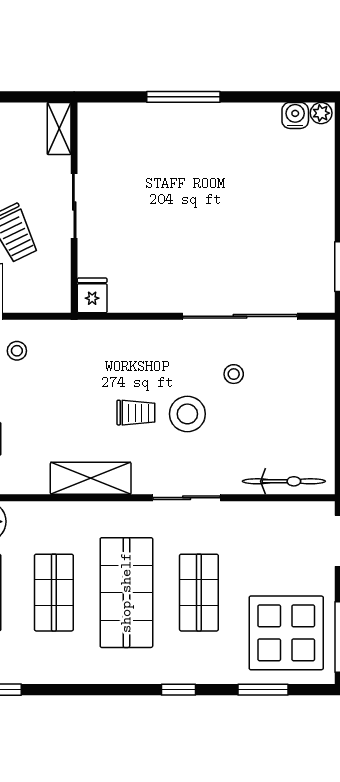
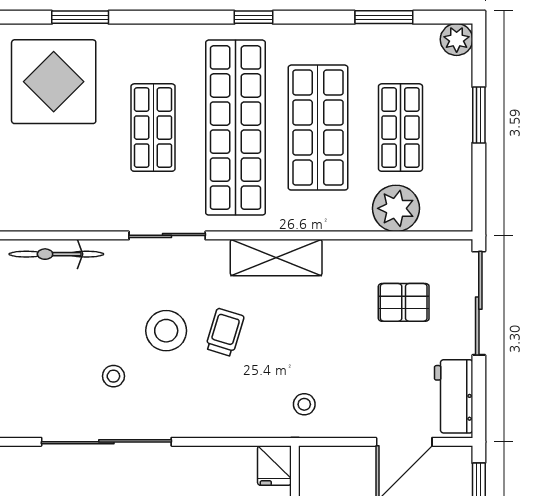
stool: (17, 351) -> (304, 404), moved
trolley: (136, 413) -> (225, 332), turned 107
shop shelf: (54, 593) -> (318, 128), width x1.43, depth x1.36
shop shelf: (126, 593) -> (236, 128), width x1.40
window: (178, 690) -> (254, 17), moved

